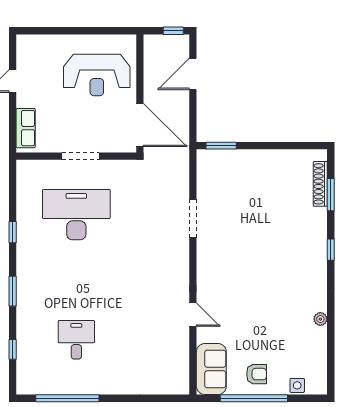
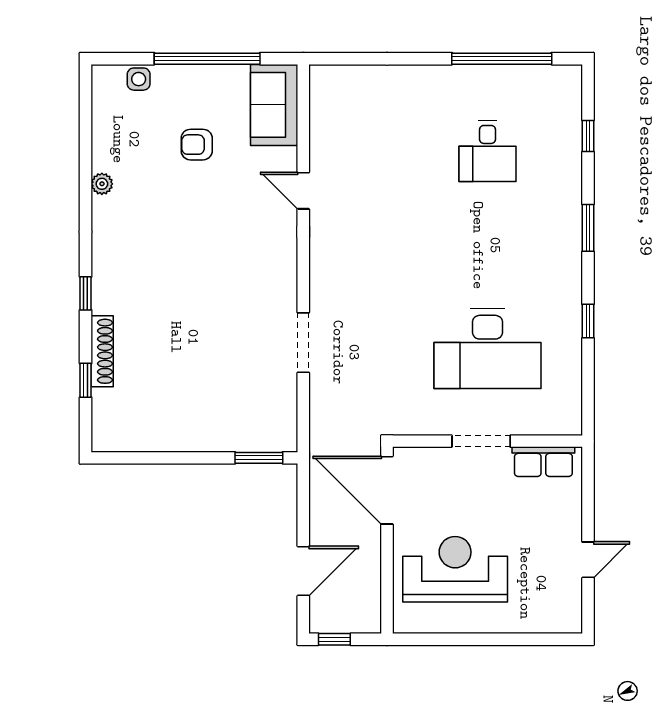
row of seats: (26, 128) -> (543, 462), moved, turned -90
shoe rack: (320, 184) -> (102, 351), moved
window: (331, 195) -> (86, 380), width x0.67
armchair: (257, 374) -> (197, 145), moved

